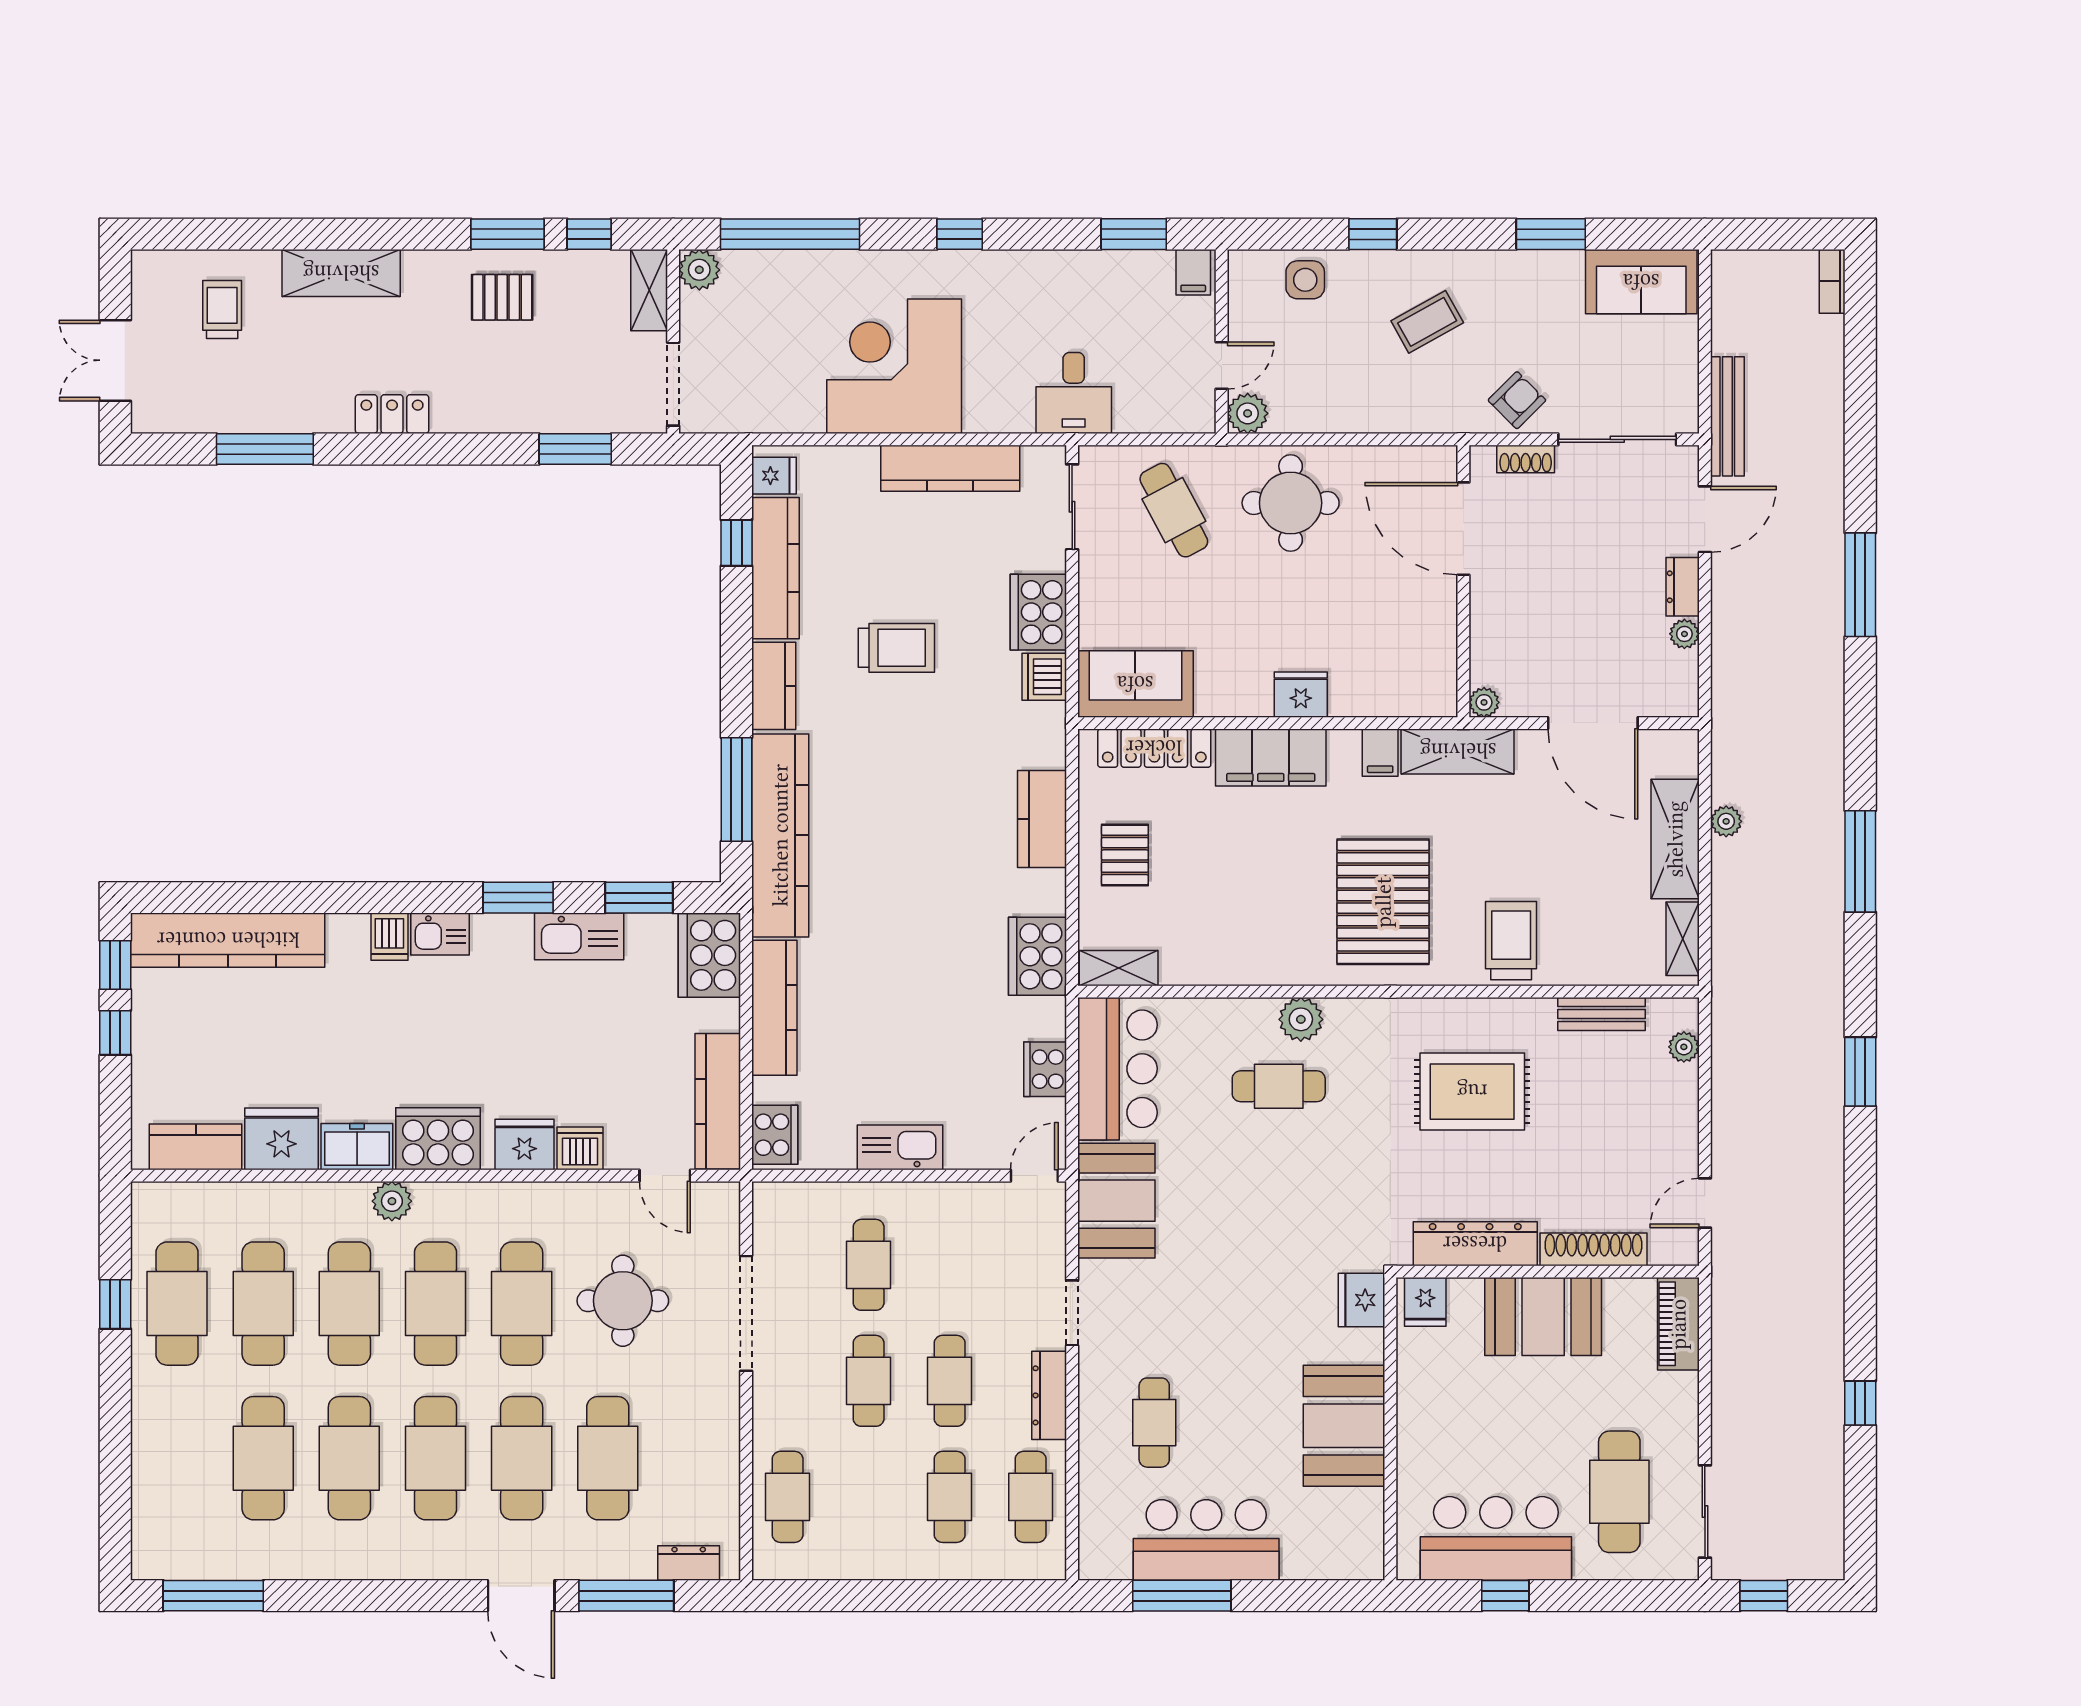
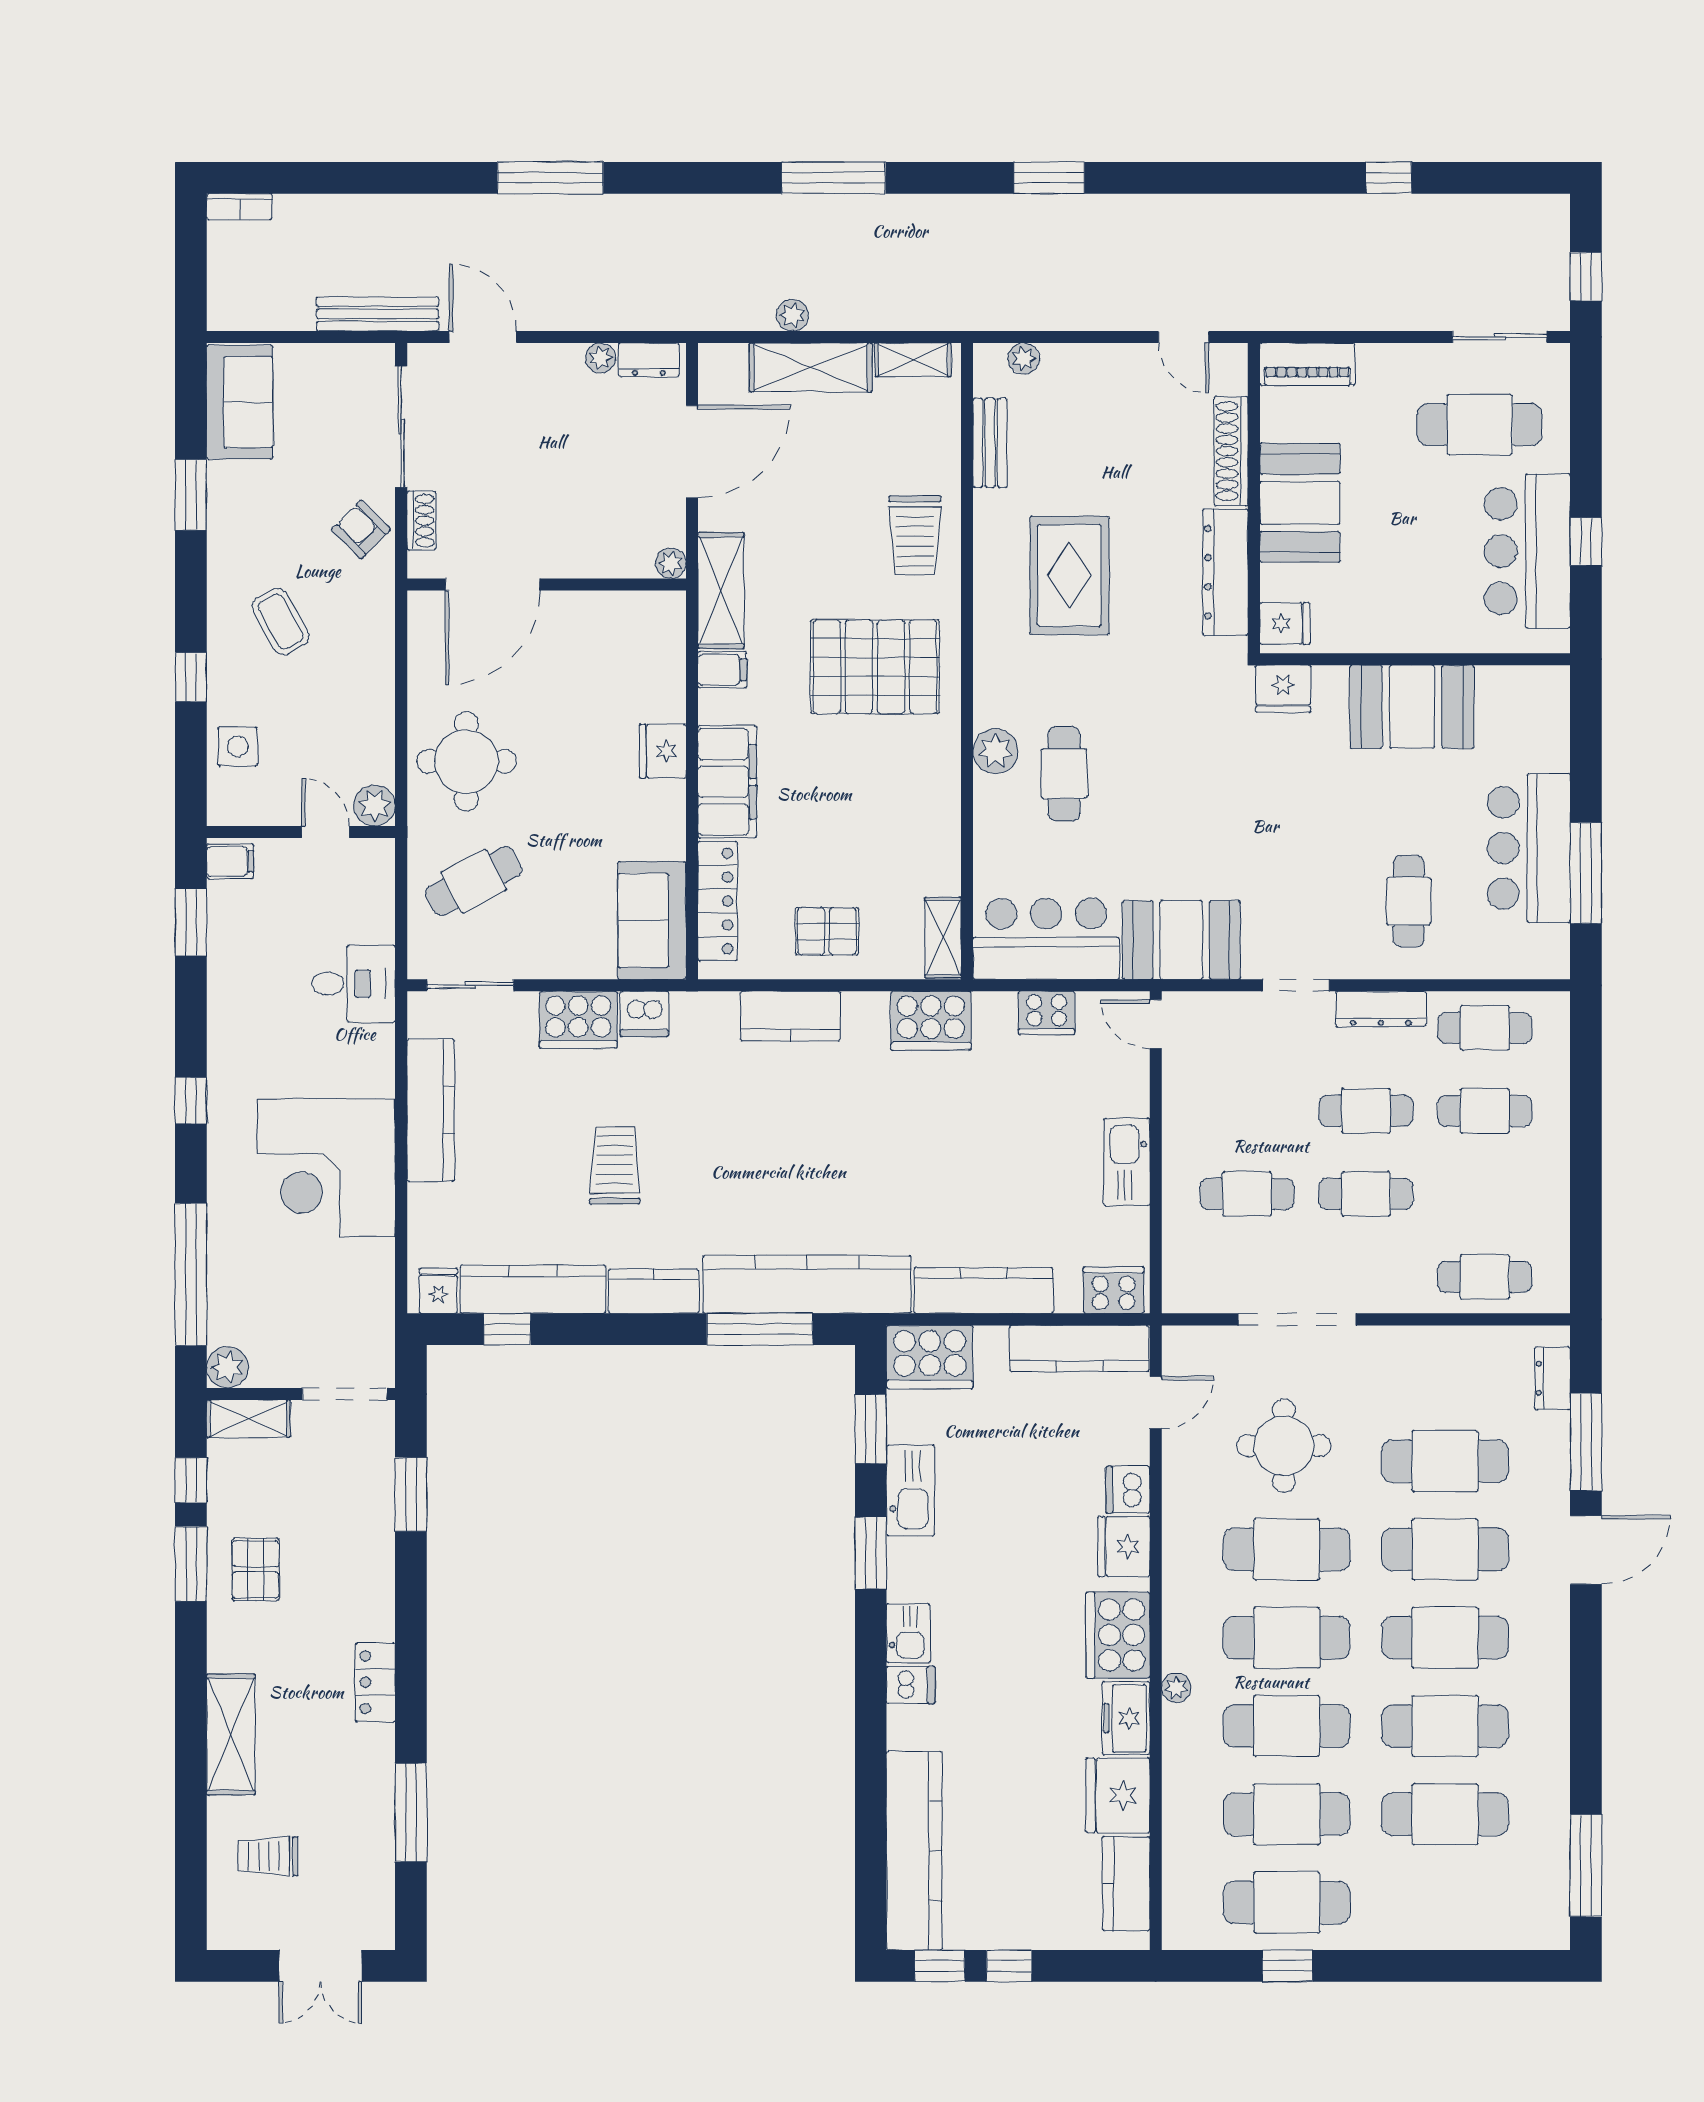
dresser: (1683, 587) -> (649, 360), moved
trolley: (1511, 941) -> (915, 536), turned -90
plant: (392, 1201) -> (1176, 1688), width x0.73, depth x0.73
cafe table: (1154, 1423) -> (1409, 901), turned 90

